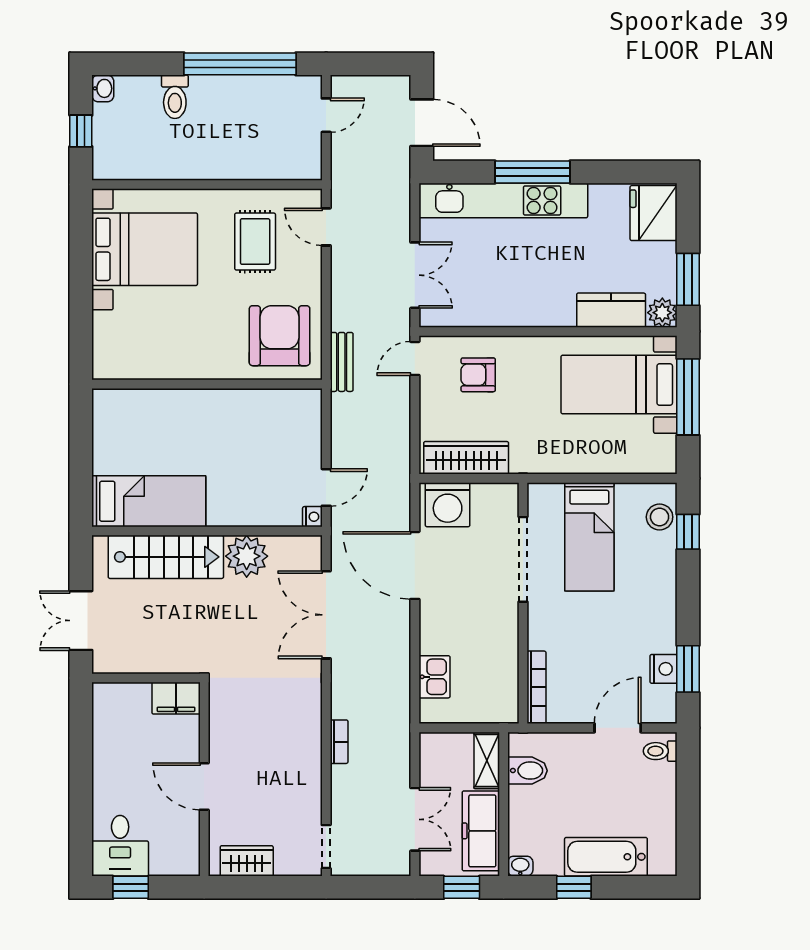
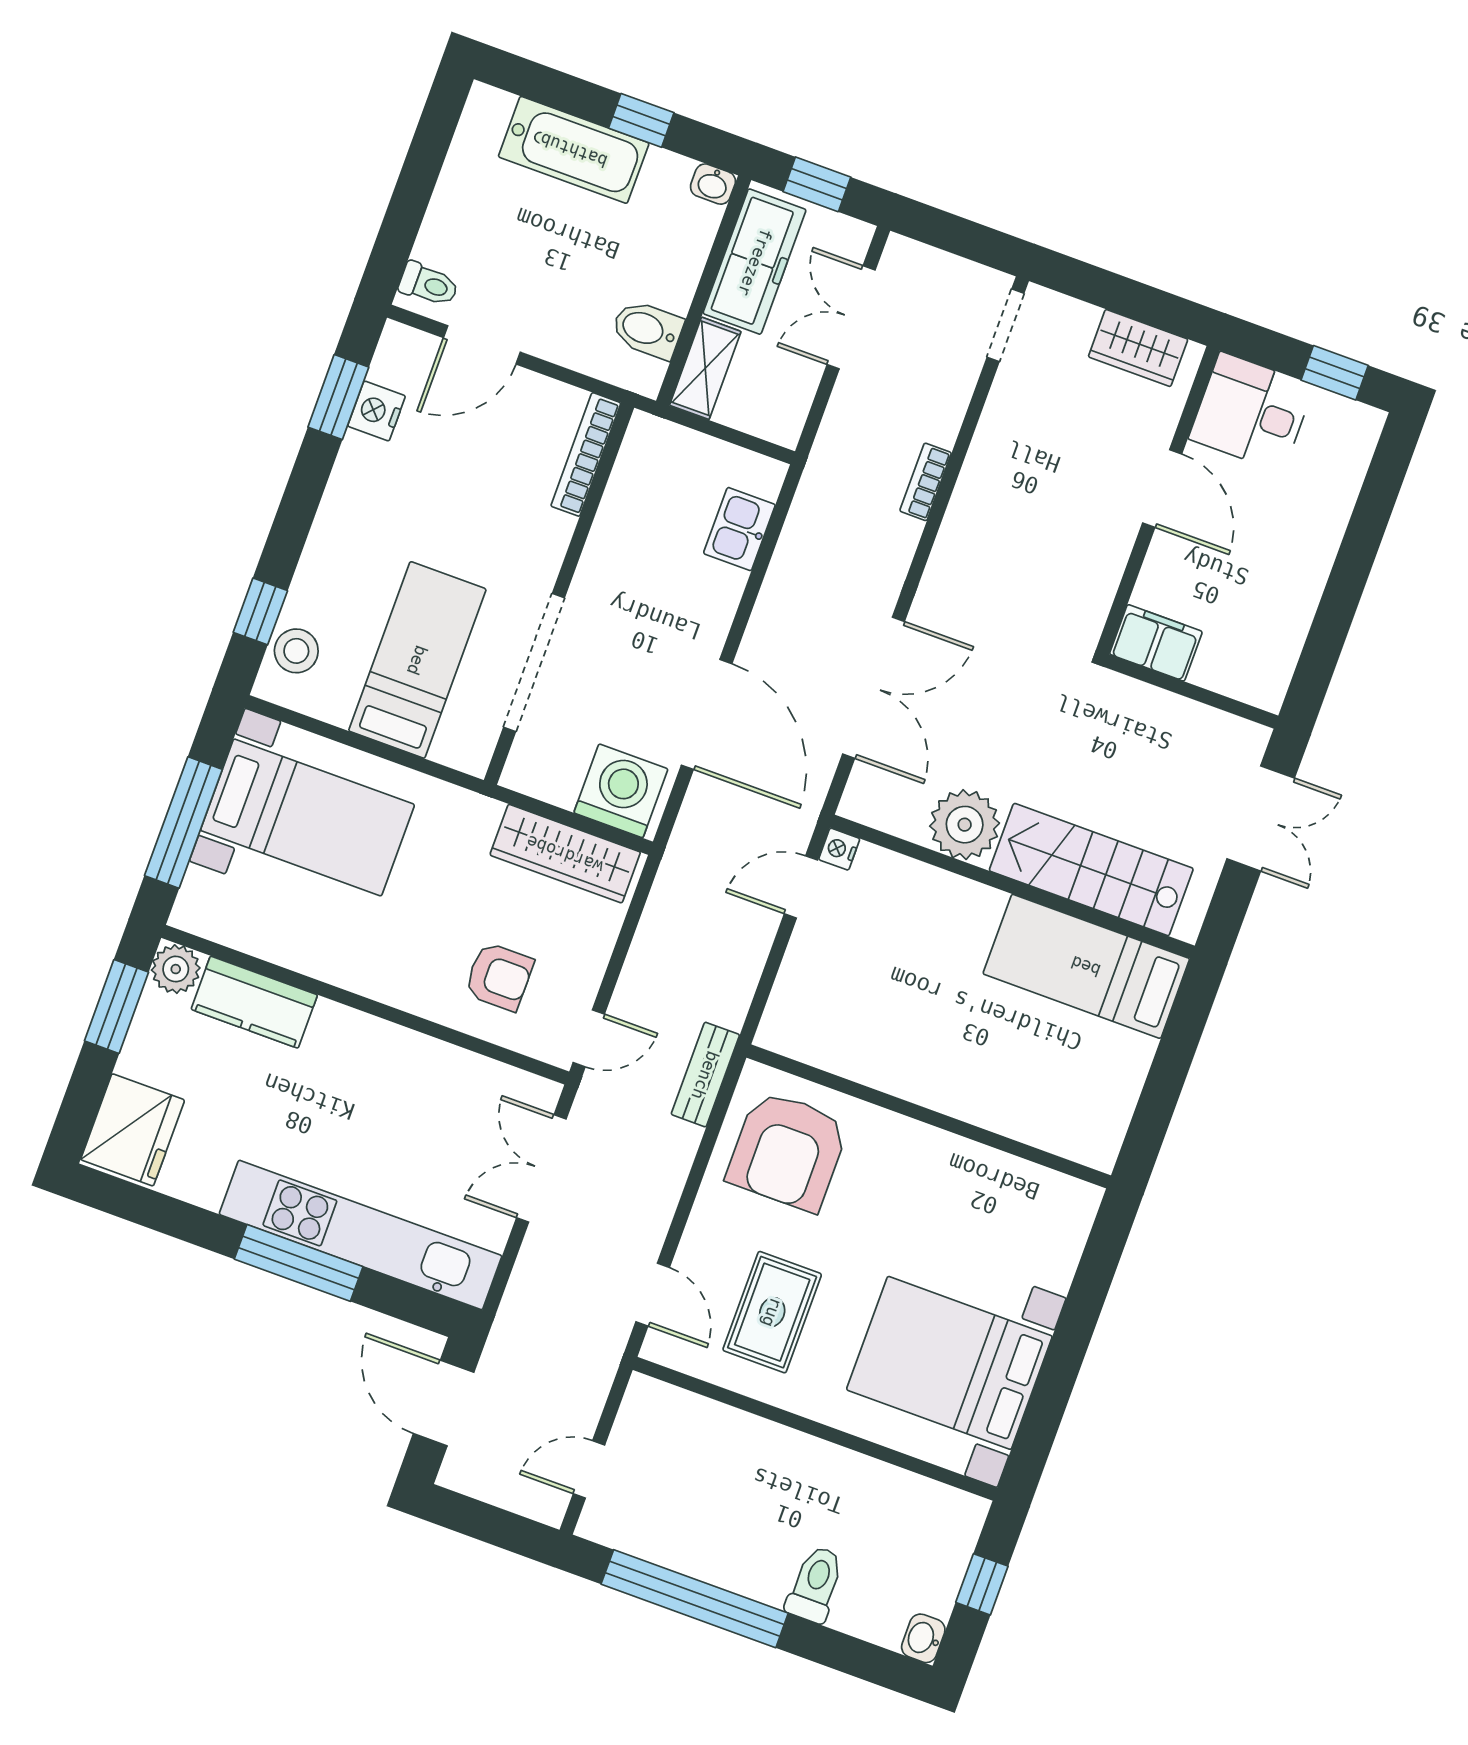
bed with nightstands: (619, 384) -> (308, 817), moved
desk: (120, 846) -> (1251, 412), moved, turned -90

